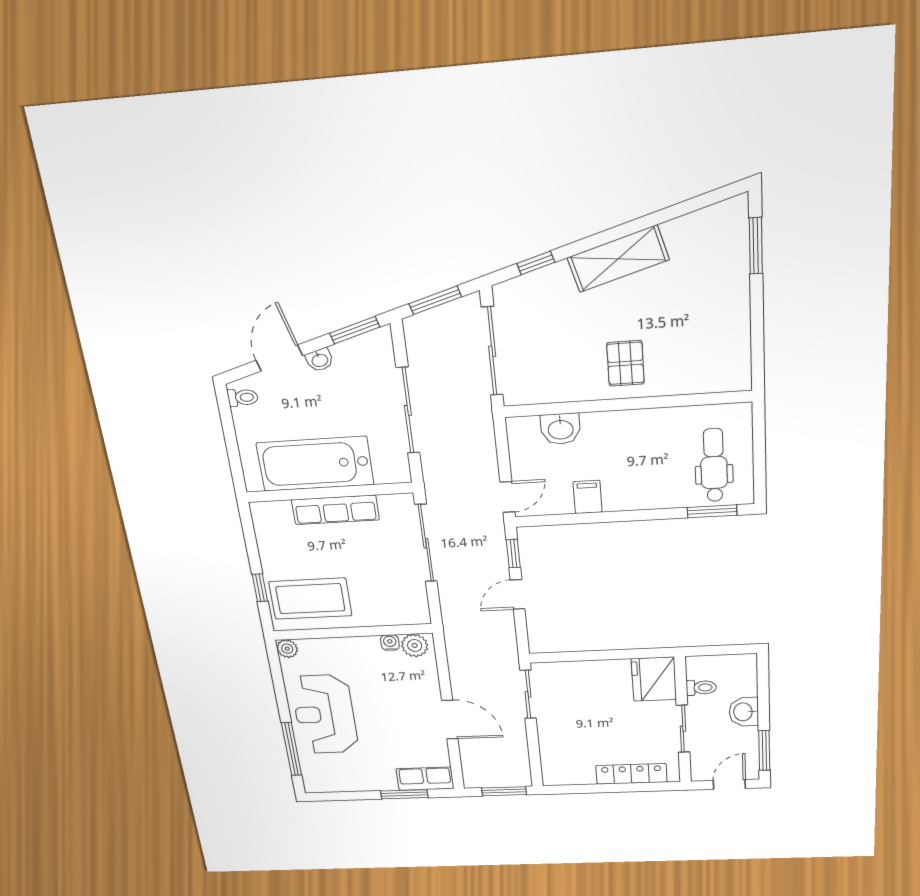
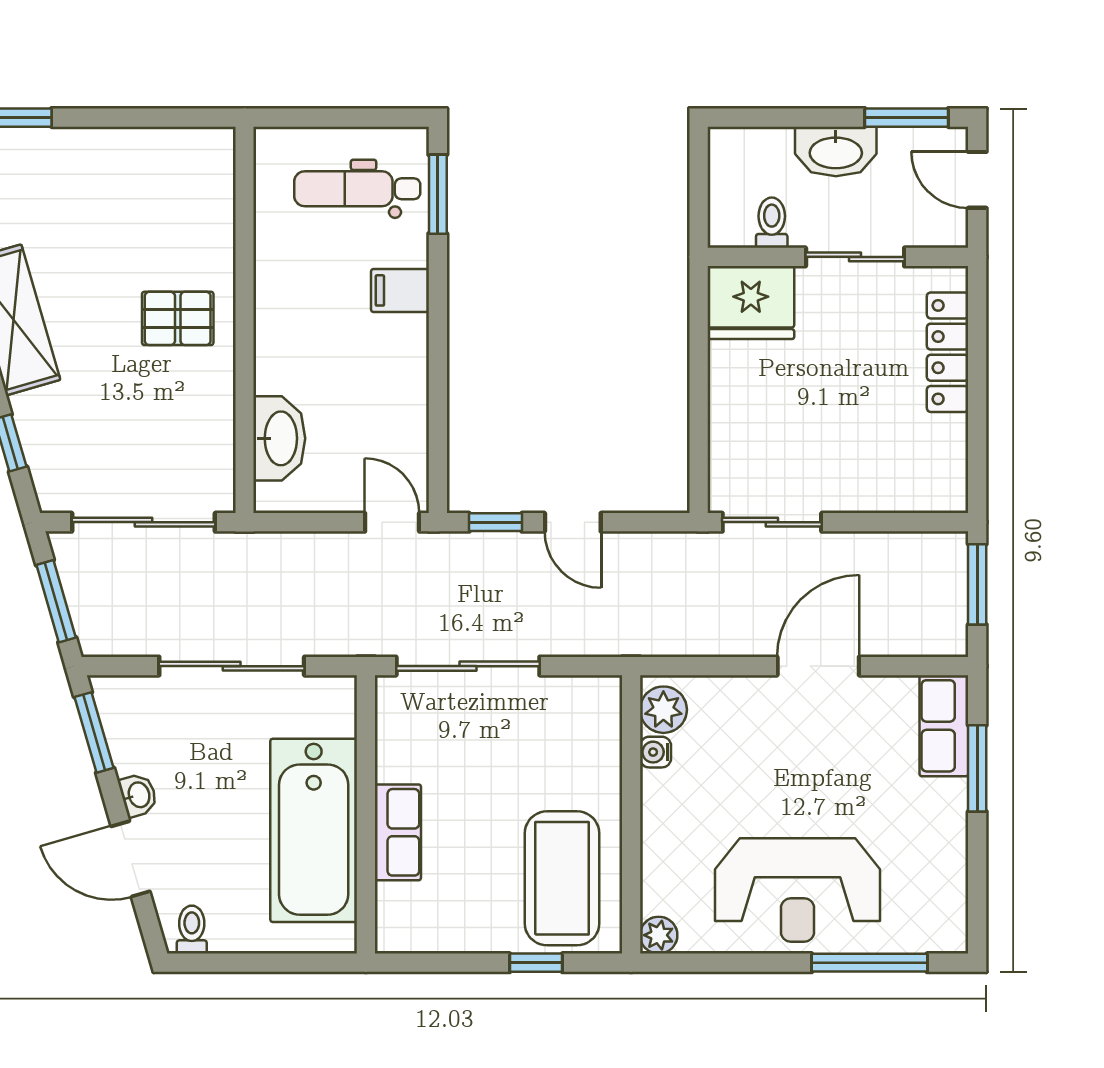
washbasin: (561, 429) -> (279, 438), width x1.38
filing cabinet: (588, 497) -> (400, 290), moved
row of seats: (335, 510) -> (398, 832), width x0.68
washbasin: (744, 712) -> (836, 151), width x1.38

